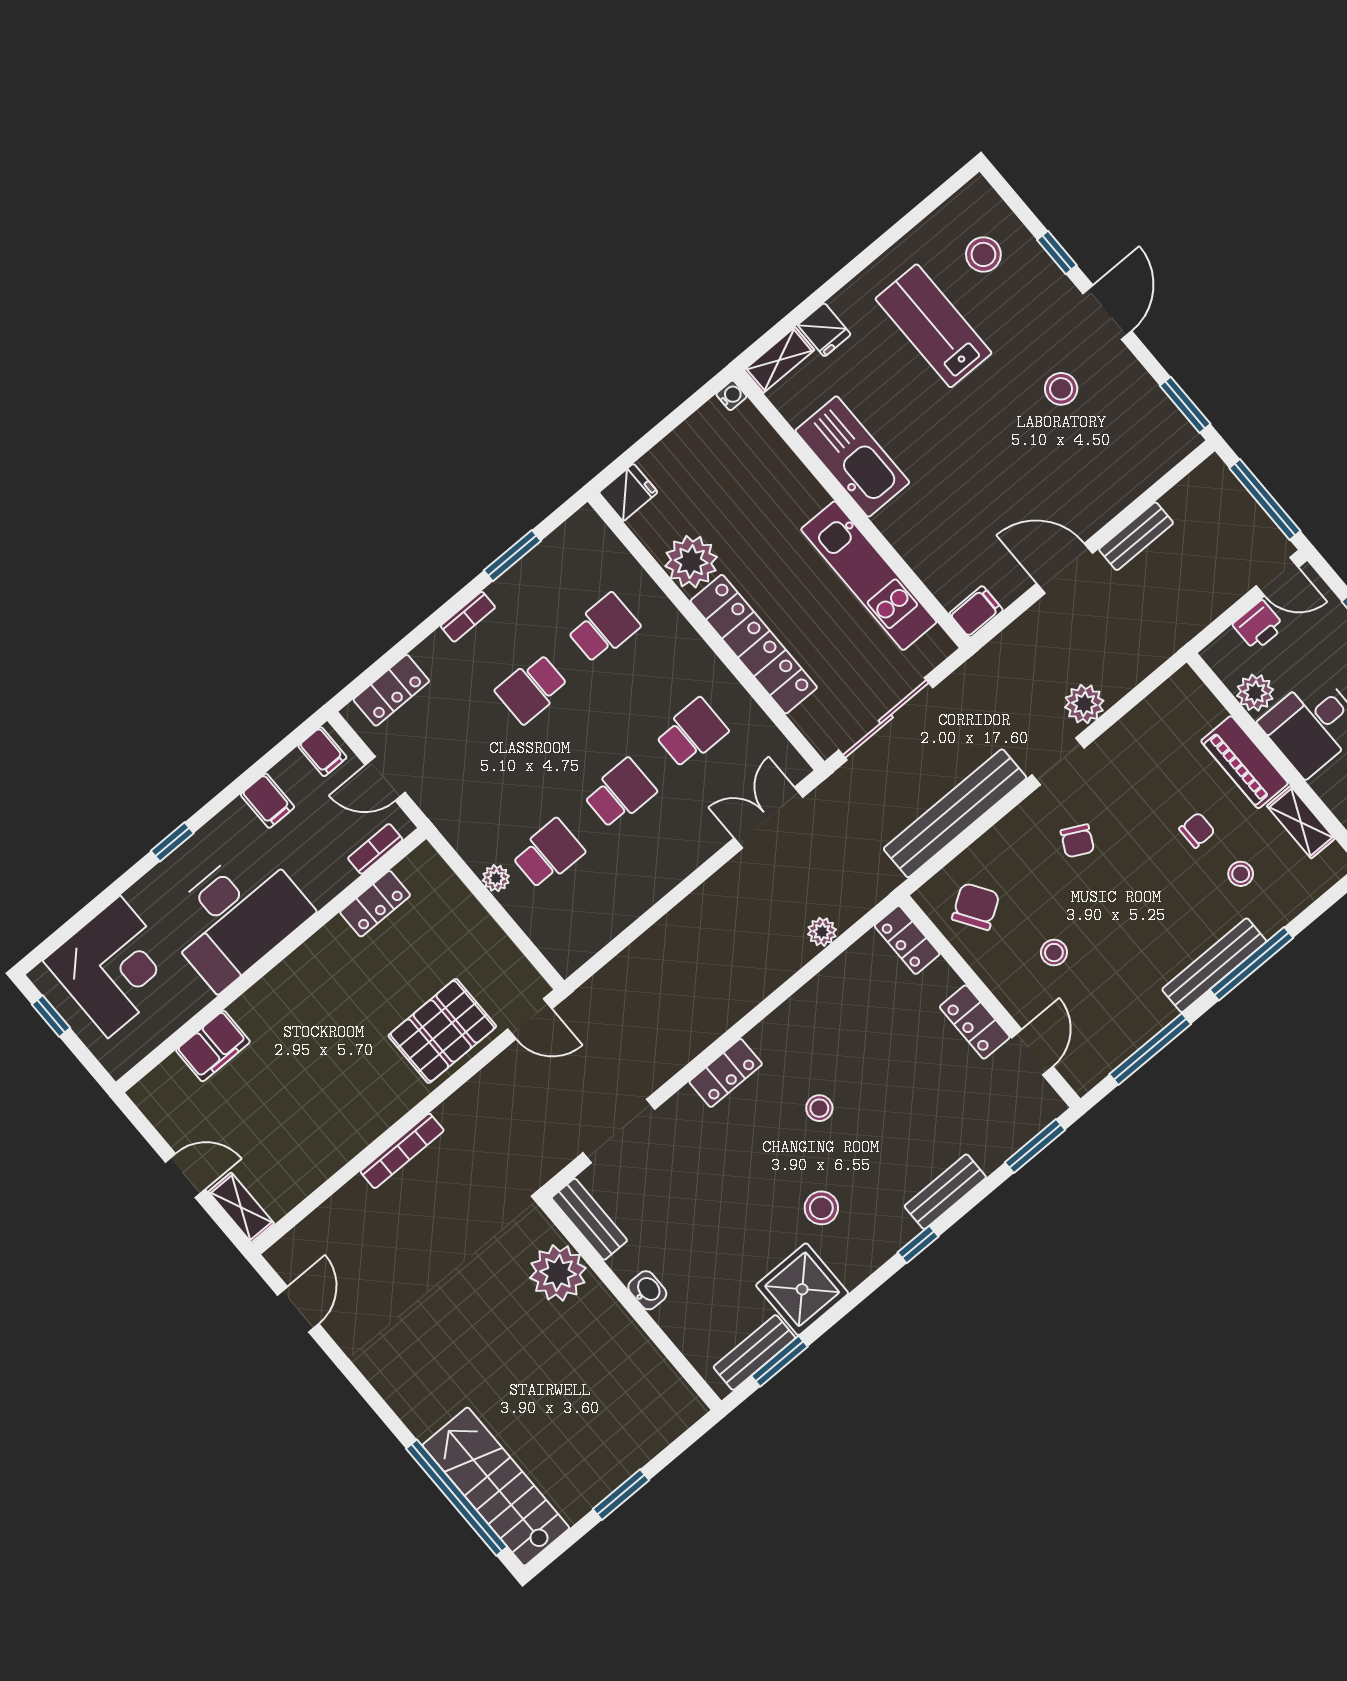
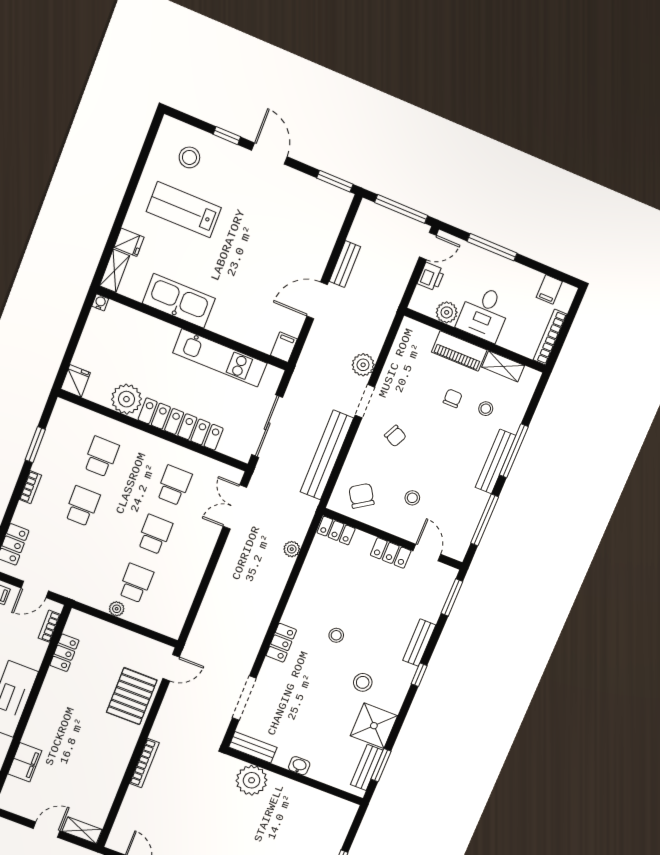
stool: (1061, 389) -> (267, 207), removed
school desk: (532, 689) -> (82, 506), turned 180

